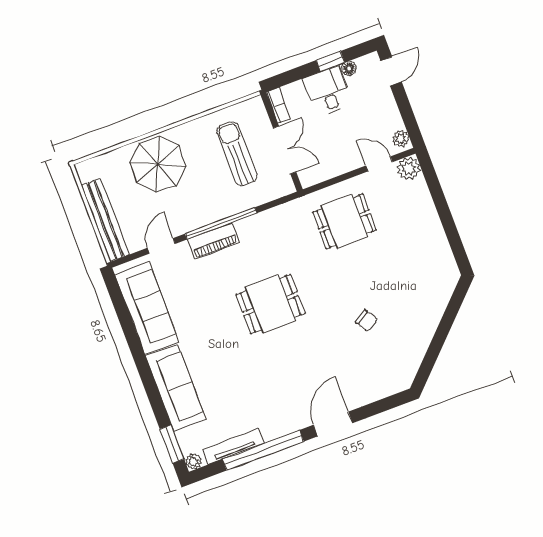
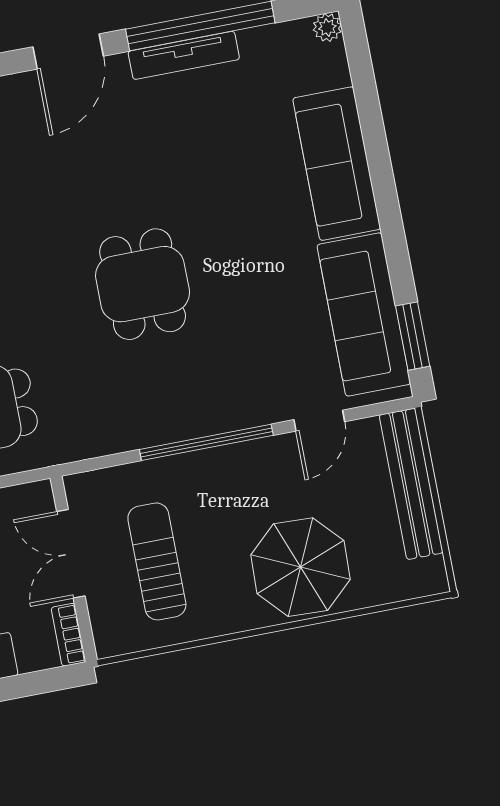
sun lounger: (237, 154) -> (157, 561), turned 180
piano: (213, 241) -> (225, 414), removed
dining table: (271, 304) -> (143, 284), turned 90
window: (172, 444) -> (413, 336), moved
tv unit: (233, 446) -> (184, 55), moved

